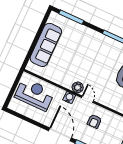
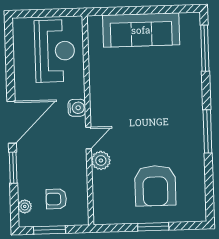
plant: (78, 87) -> (101, 160), moved
armchair: (94, 121) -> (56, 199), moved

